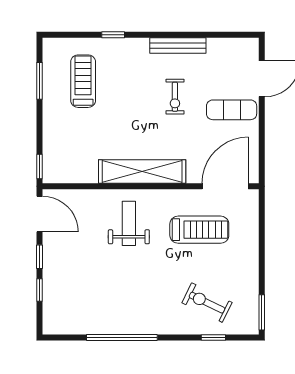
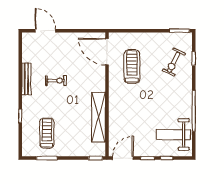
treadmill: (83, 81) -> (47, 133), turned 90
exercise mat: (232, 110) -> (63, 48), removed
shelving: (142, 171) -> (98, 117), moved
weight bench: (129, 223) -> (173, 135), moved, width x1.36, depth x1.33

